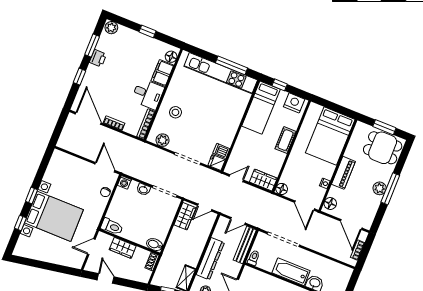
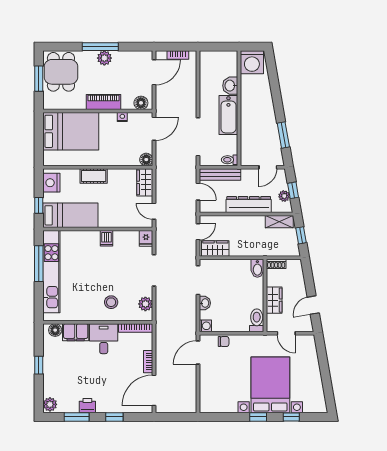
dishwasher: (221, 151) -> (106, 238), moved
door: (205, 208) -> (198, 232), hinge flipped

